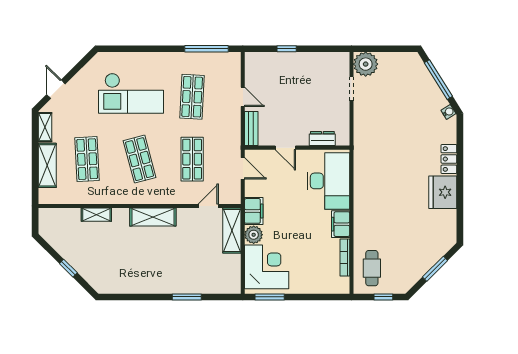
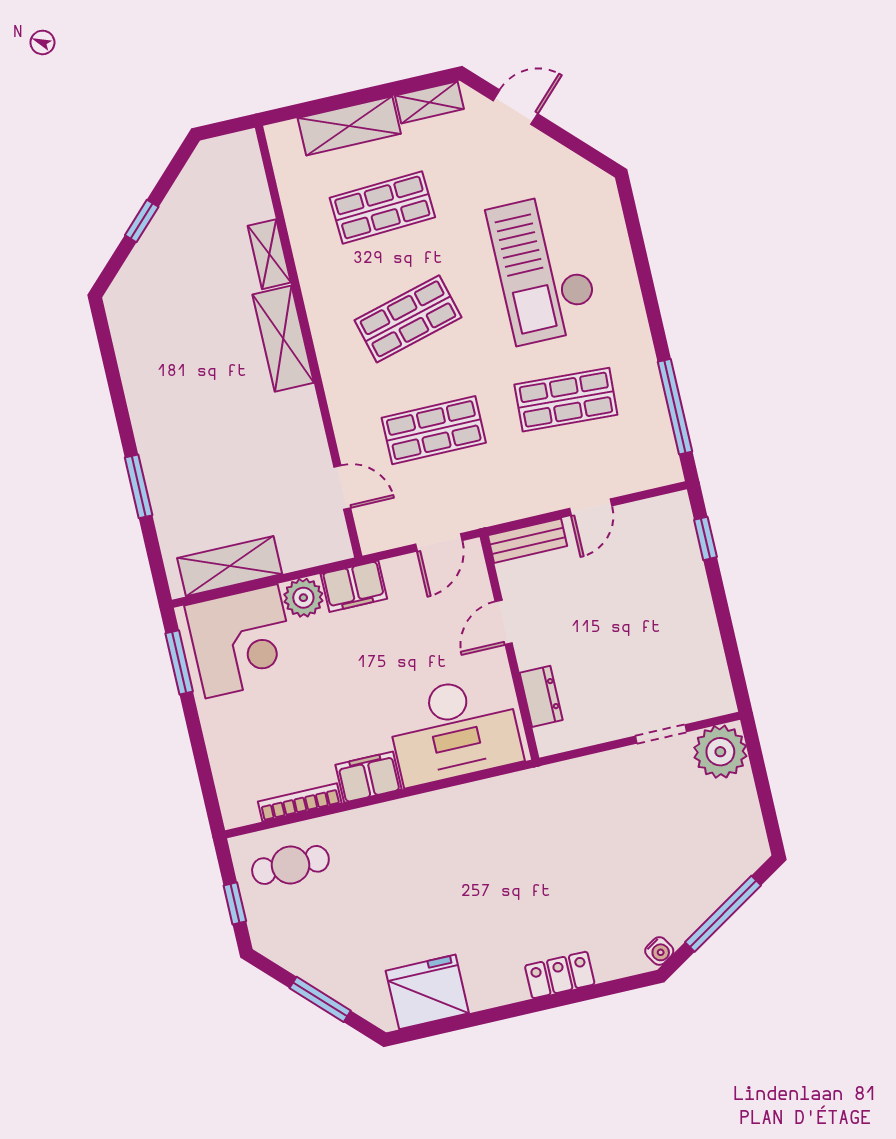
window: (287, 49) -> (705, 538), moved
fridge: (443, 192) -> (427, 992), moved
shelving: (153, 217) -> (283, 339), moved
shelving: (232, 230) -> (230, 566), moved

